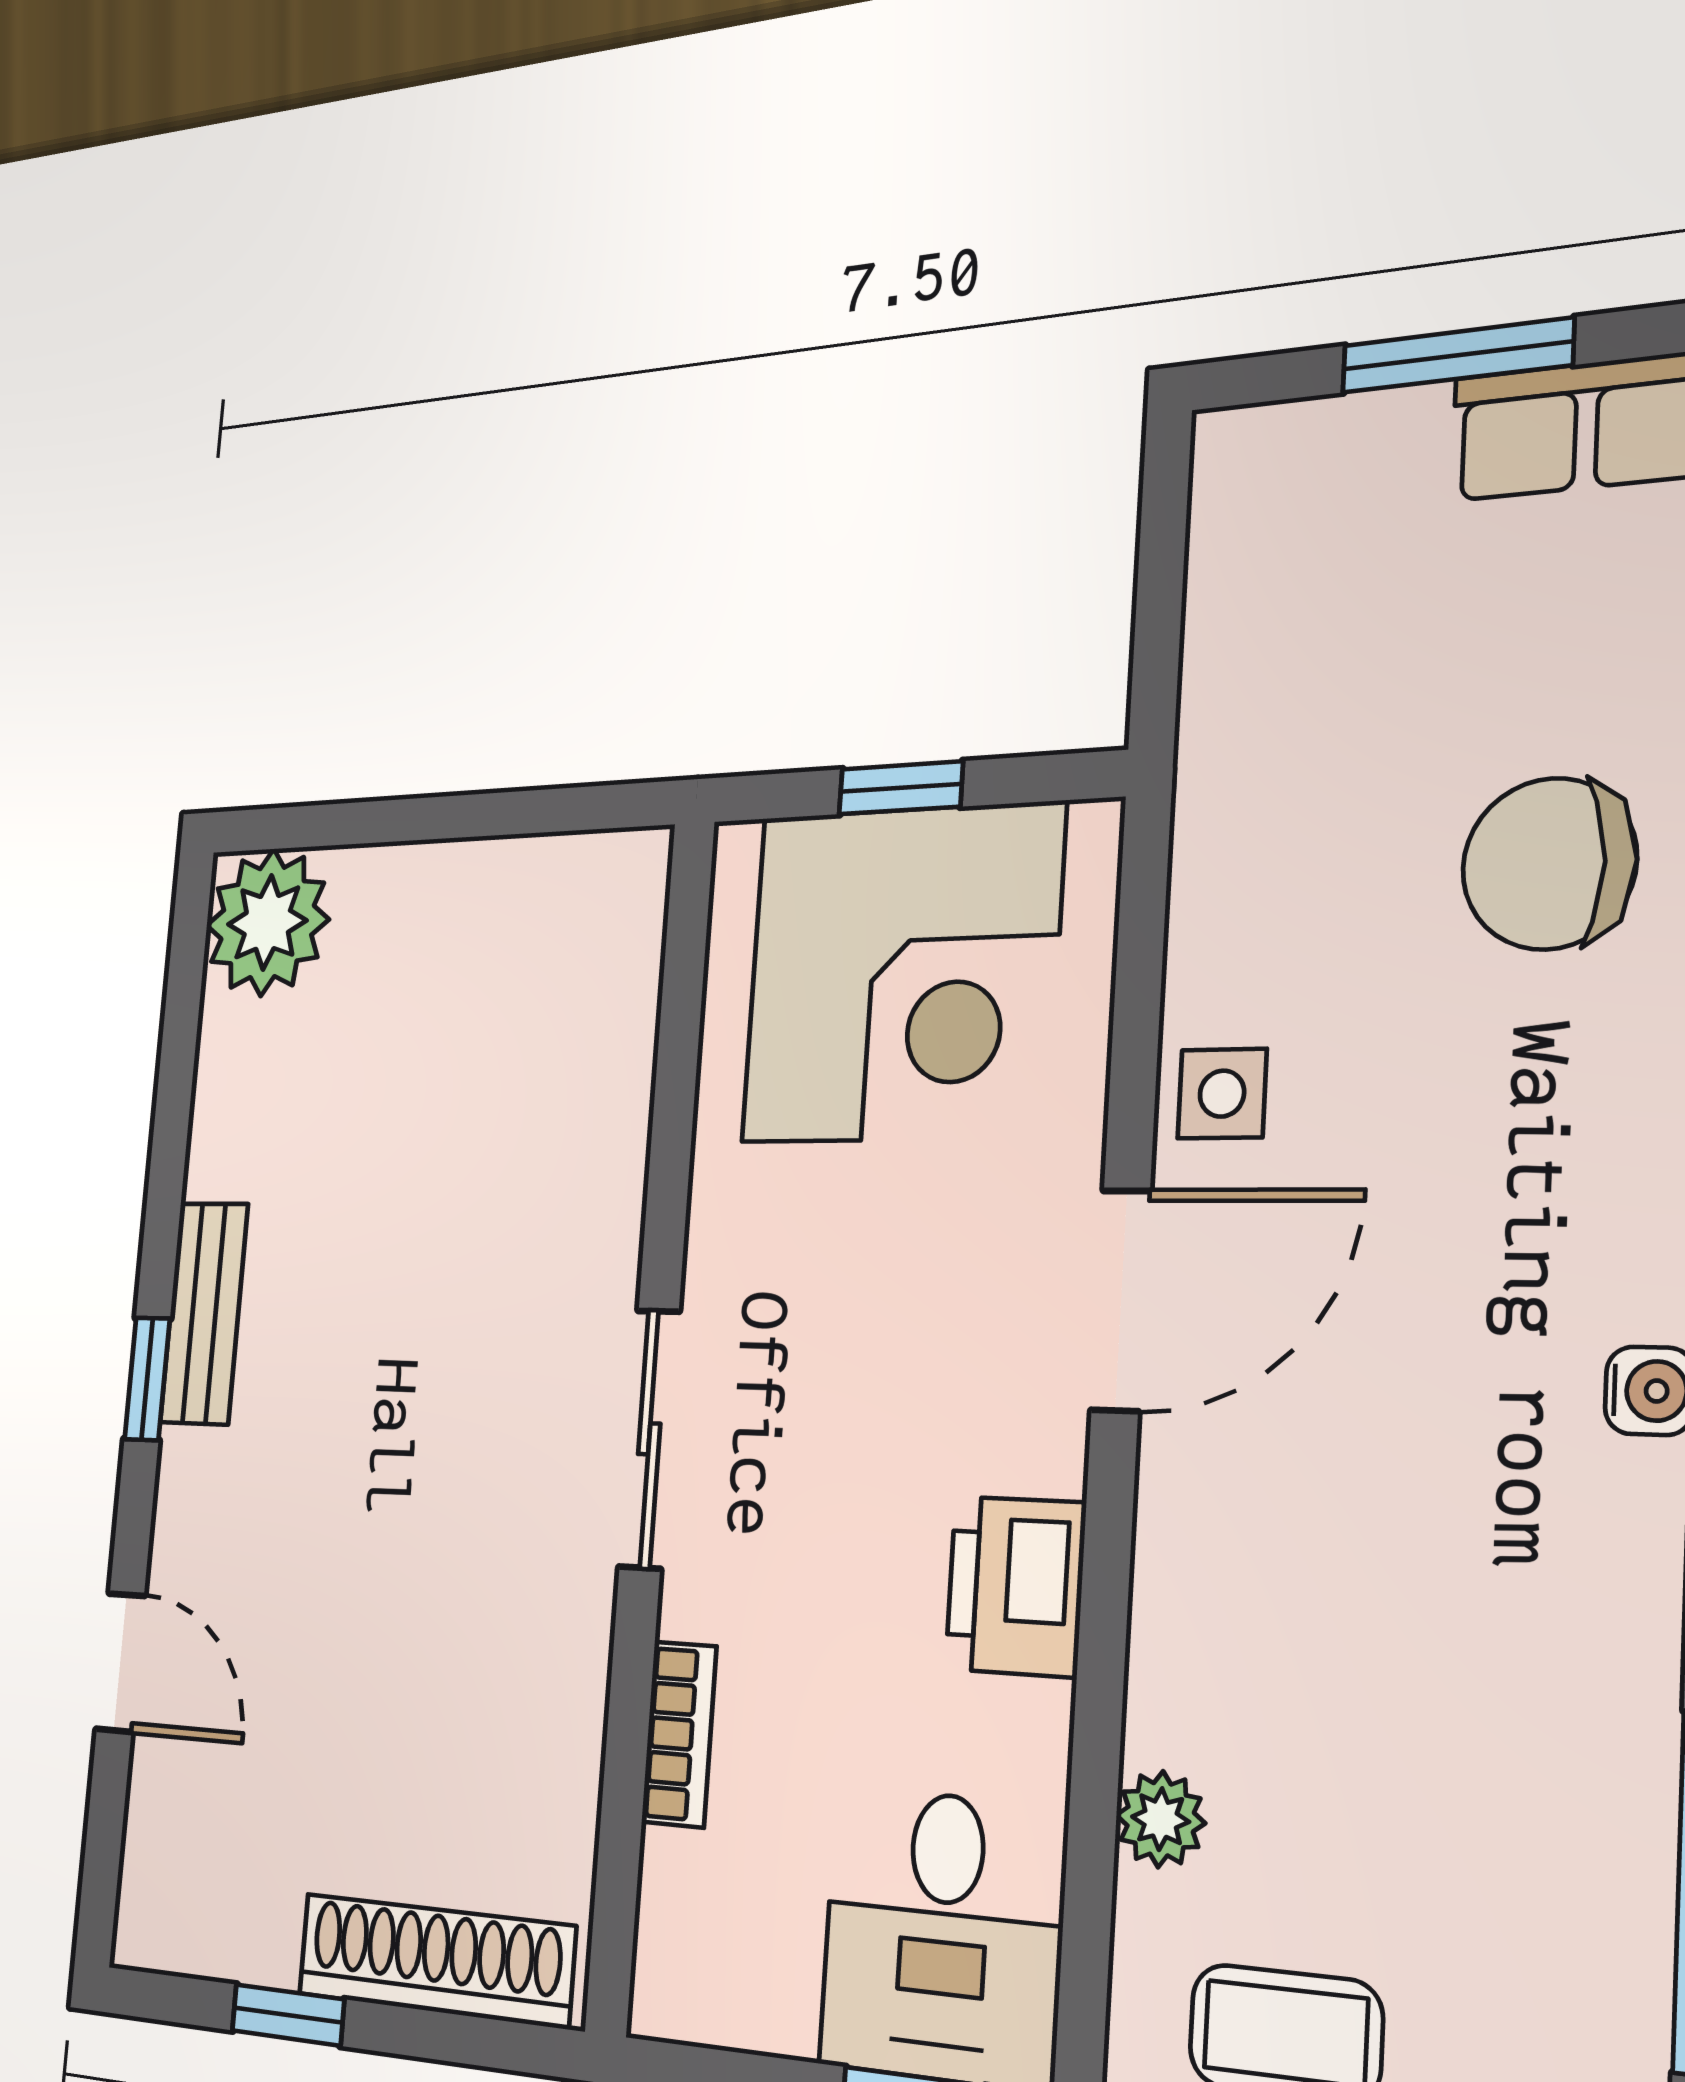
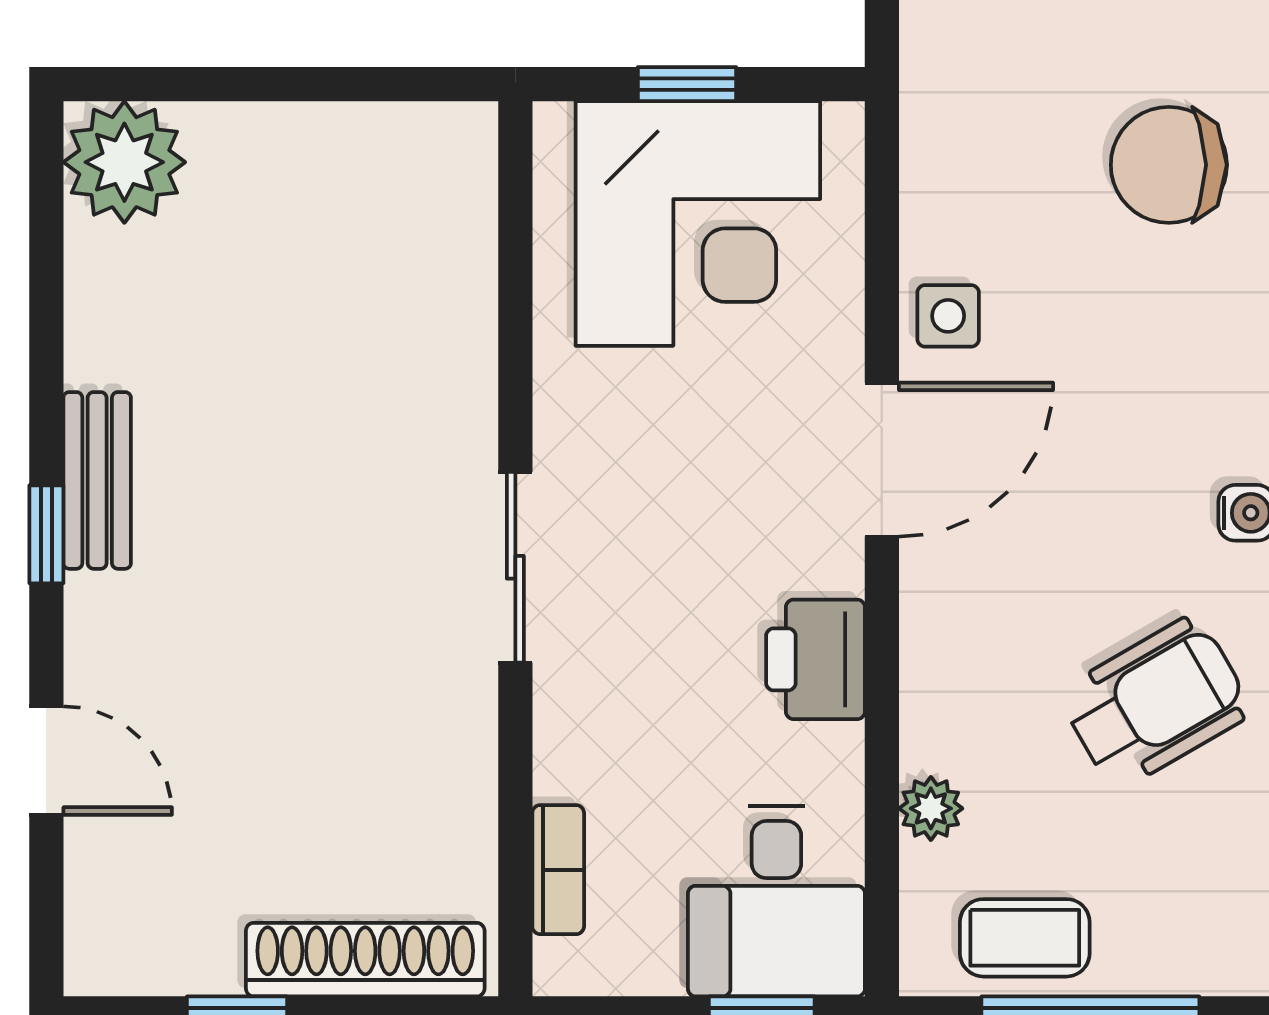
wheelchair: (1497, 1681) -> (1155, 702), added
bookcase: (679, 1734) -> (558, 870), moved

